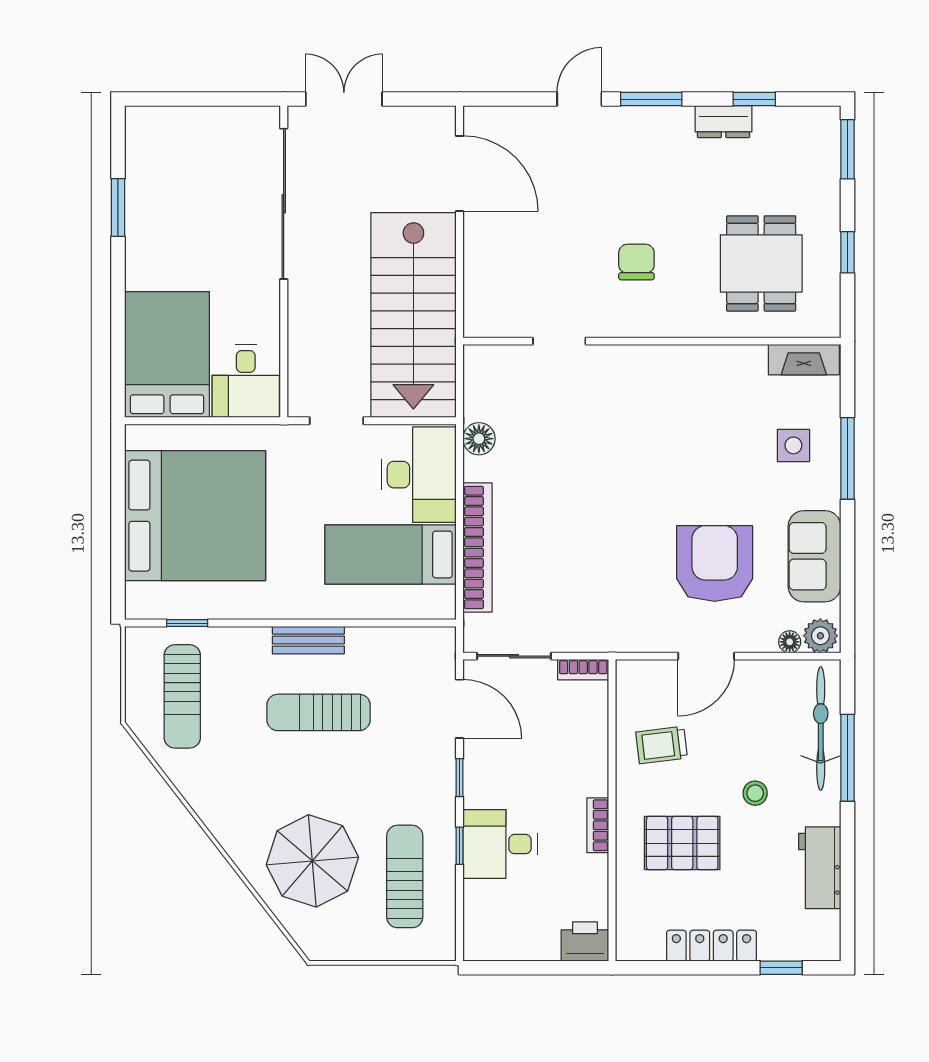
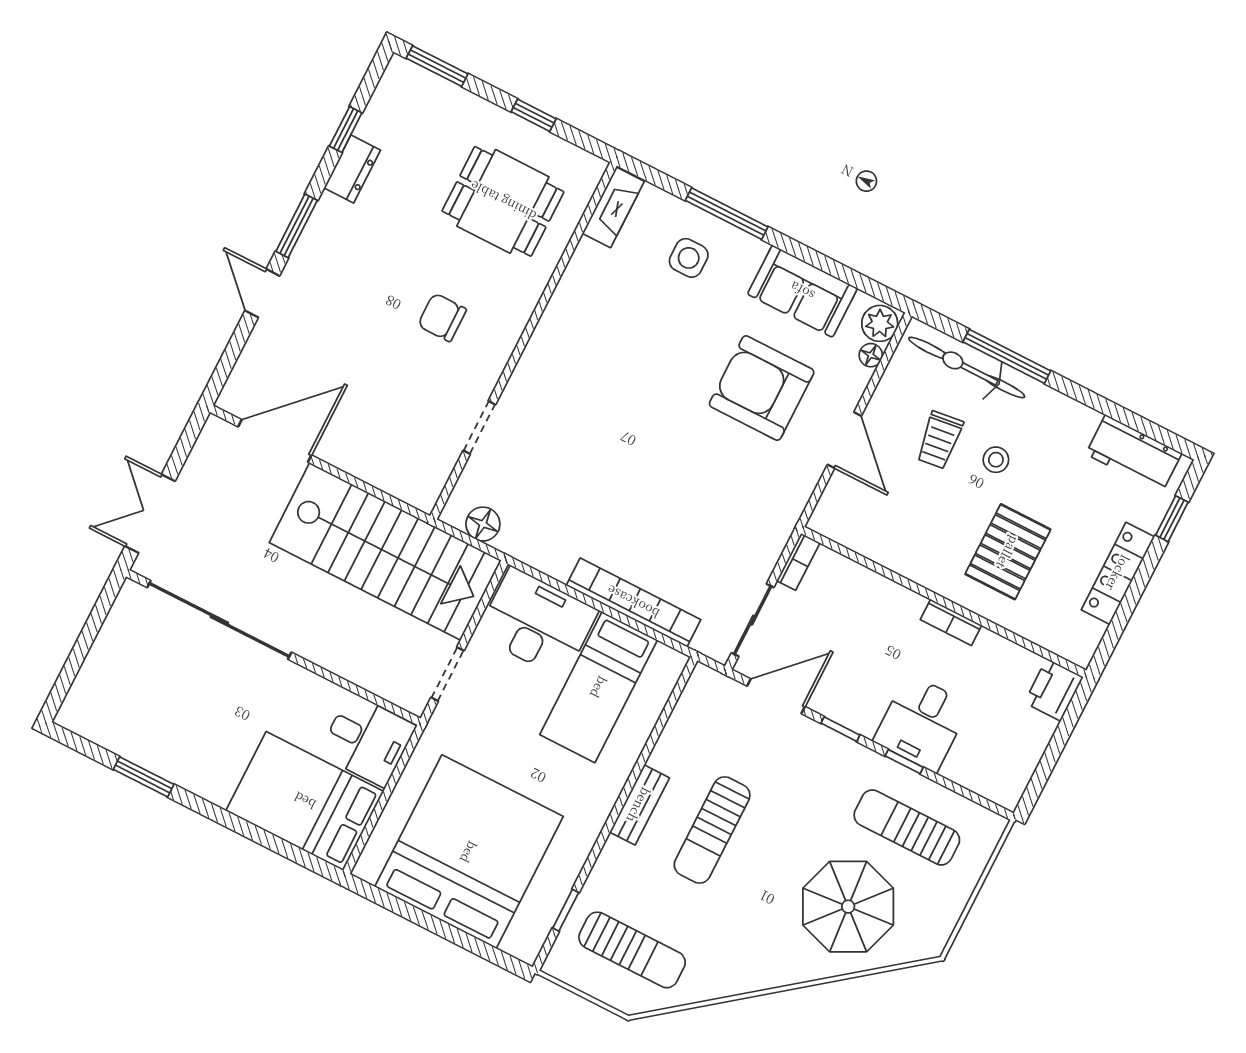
floor lamp: (479, 439) -> (483, 524), moved
trolley: (662, 745) -> (940, 440), moved
workbench: (820, 868) -> (1134, 454), moved

